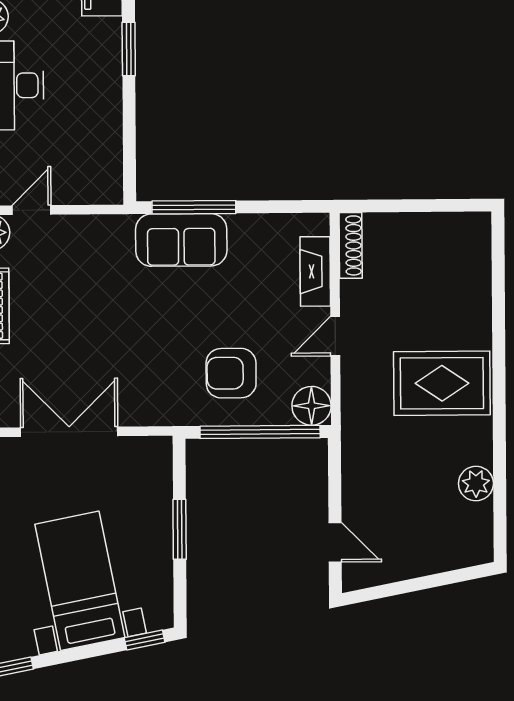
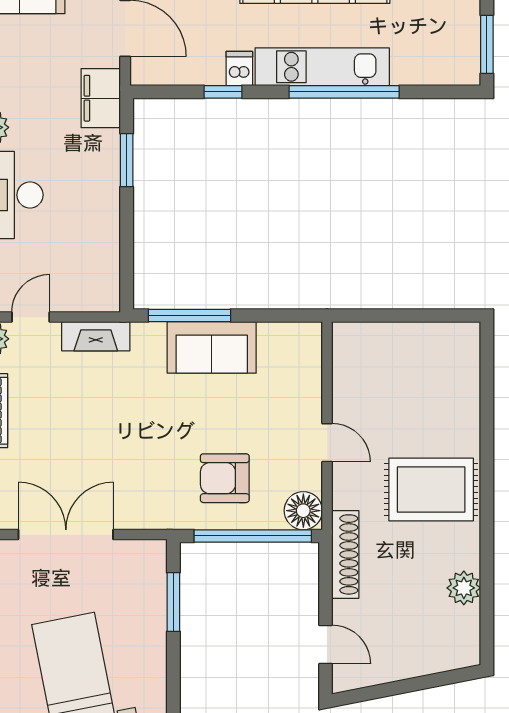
sofa: (181, 240) -> (212, 347), moved
shoe rack: (351, 245) -> (345, 554), moved, width x1.36, depth x1.24
fireplace: (315, 271) -> (96, 336), moved, turned -90
door: (335, 336) -> (327, 443), swing flipped
window: (180, 529) -> (173, 602), moved

